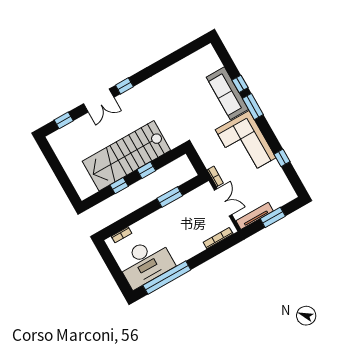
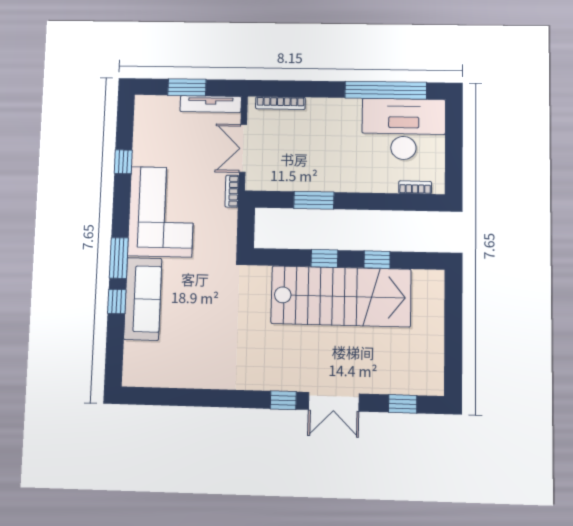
double door: (99, 100) -> (334, 402), swing flipped

